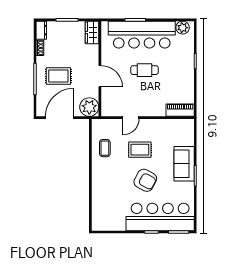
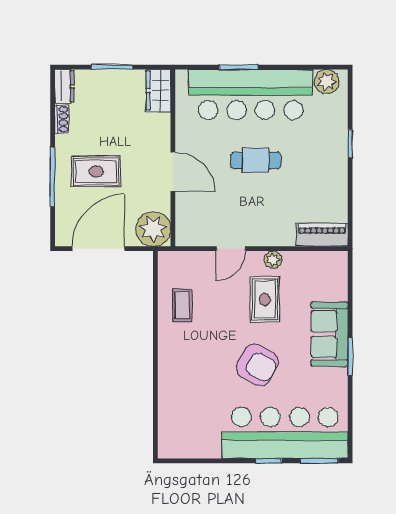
plant: (154, 124) -> (273, 260), added
rug: (140, 150) -> (265, 299), moved, turned 90

